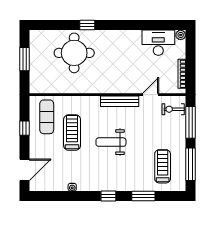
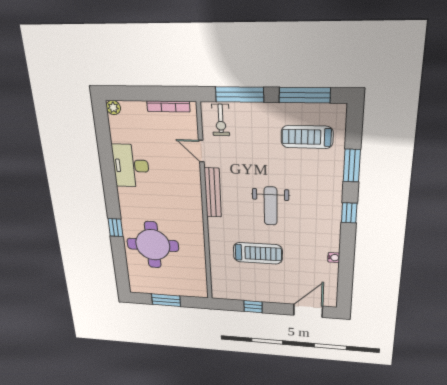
desk: (158, 43) -> (131, 166), moved
exercise mat: (47, 117) -> (238, 281), removed
treadmill: (72, 133) -> (258, 253), turned 180
door: (24, 170) -> (308, 311), hinge flipped

